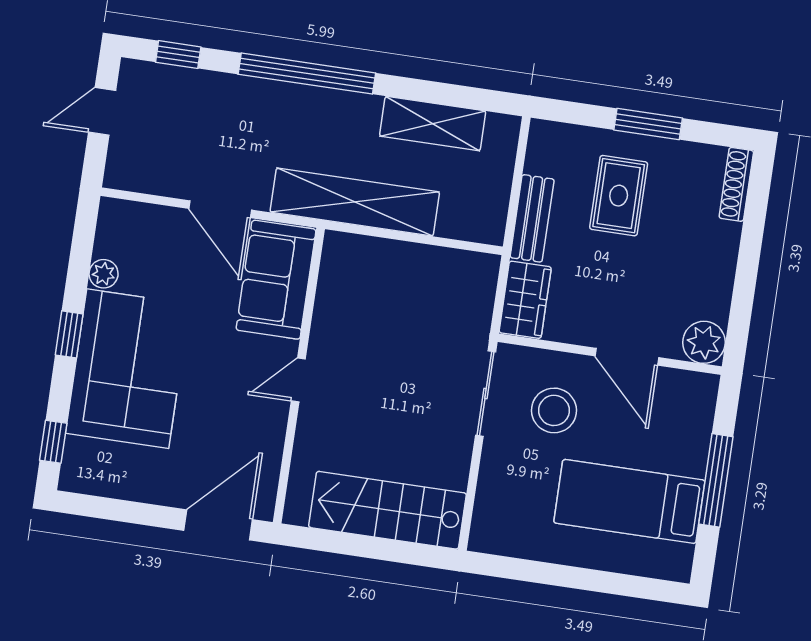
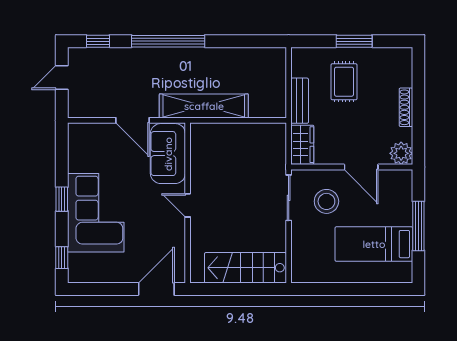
shelving: (433, 124) -> (239, 58), removed
shoe rack: (736, 184) -> (406, 107), moved
plant: (104, 274) -> (75, 164), removed
door: (298, 380) -> (188, 205), hinge flipped

